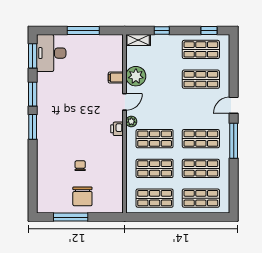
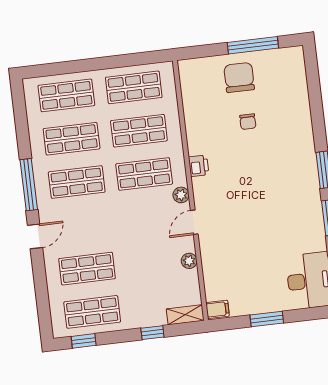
window: (83, 31) -> (267, 319), width x0.69
plant: (136, 76) -> (189, 261), width x0.53, depth x0.53
filing cabinet: (116, 78) -> (218, 309), moved
printer: (117, 129) -> (199, 166), moved

